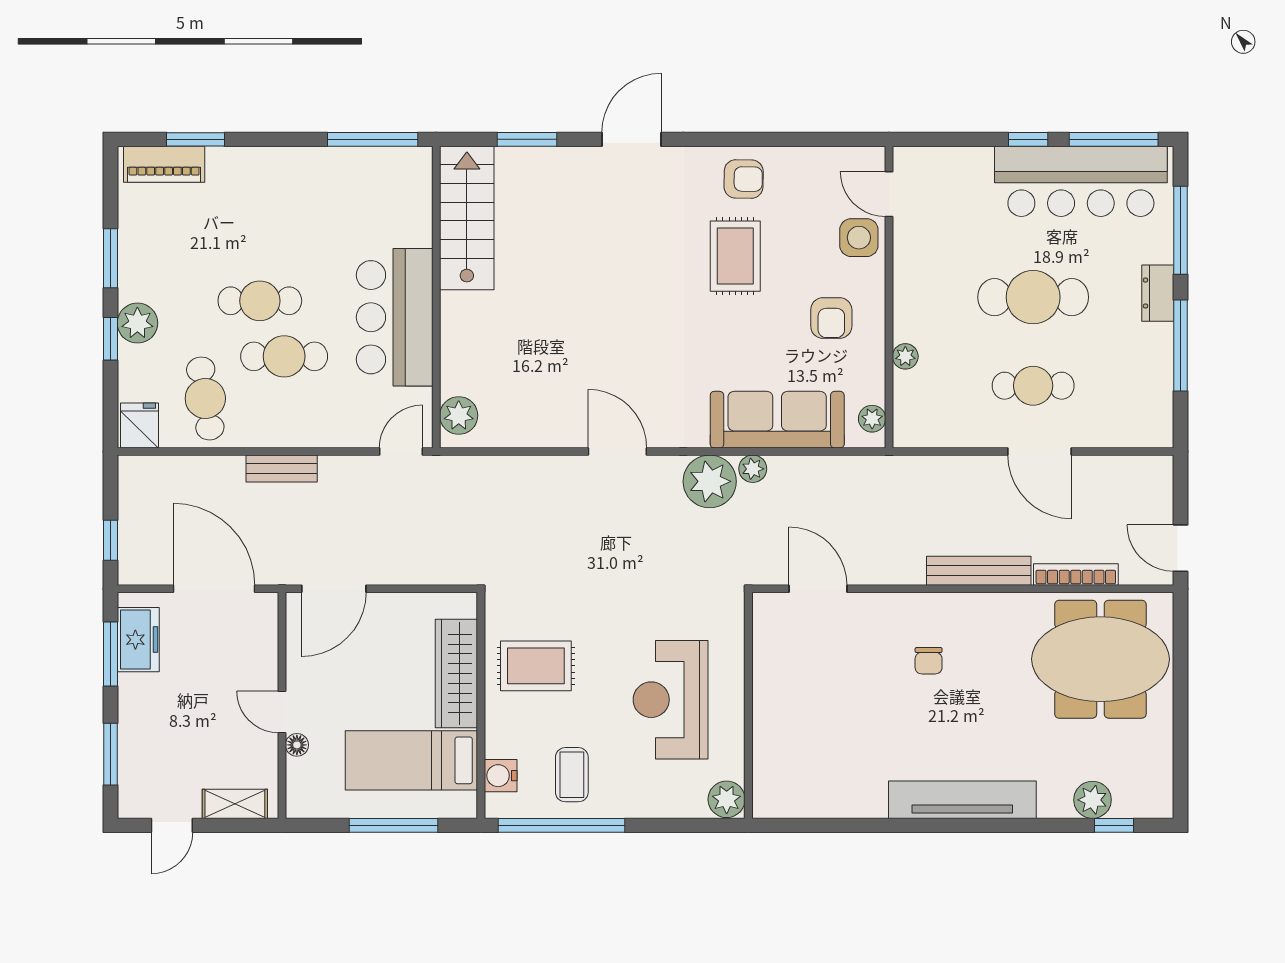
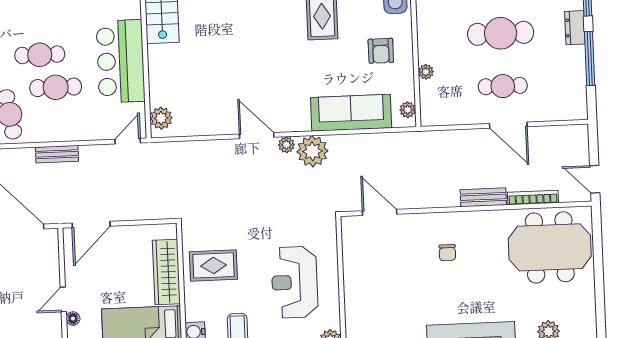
plant: (753, 469) -> (286, 145), moved
bench: (979, 571) -> (483, 197), width x0.73
door: (282, 712) -> (63, 299), hinge flipped

